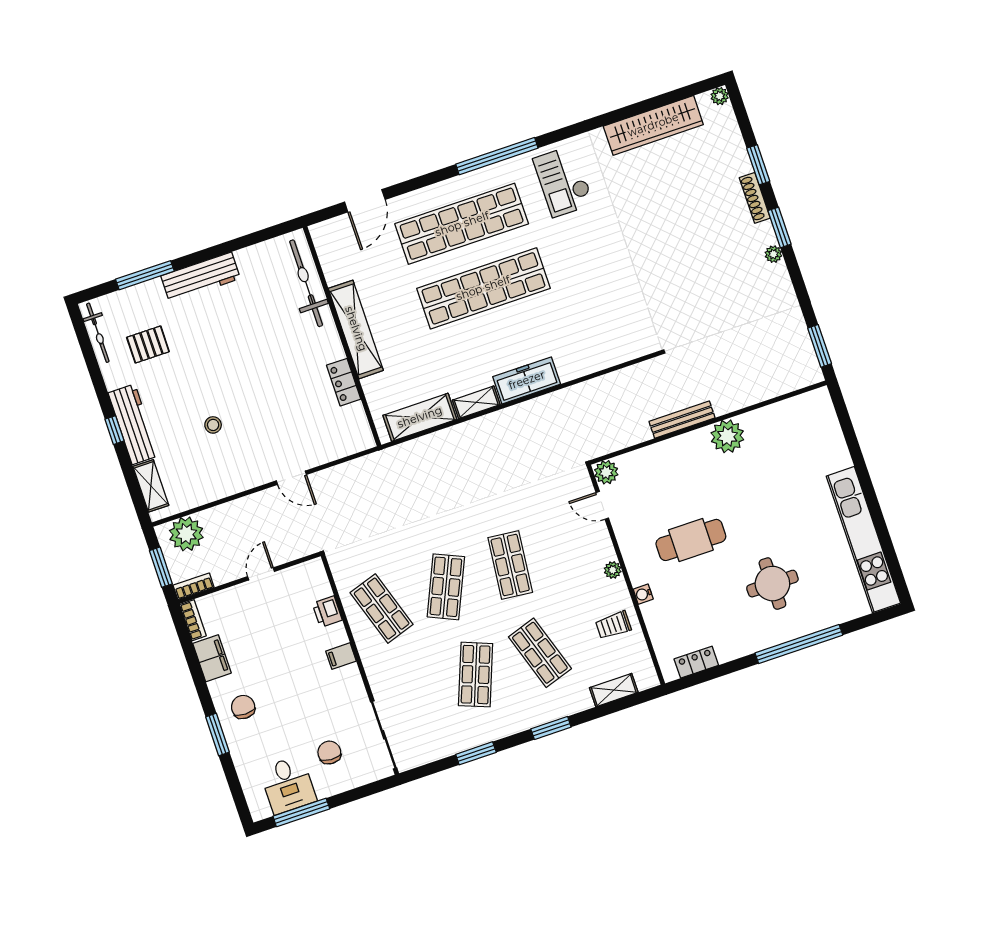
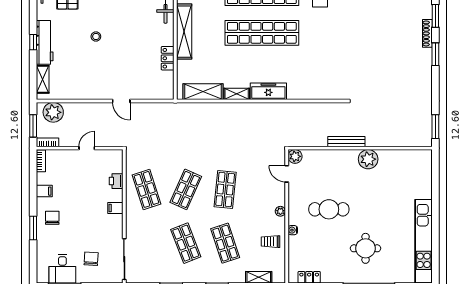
plant: (773, 254) -> (427, 68), removed
stool: (213, 425) -> (96, 36), moved
filing cabinet: (212, 658) -> (44, 191), width x0.50
shop shelf: (476, 675) -> (186, 243), turned -42

